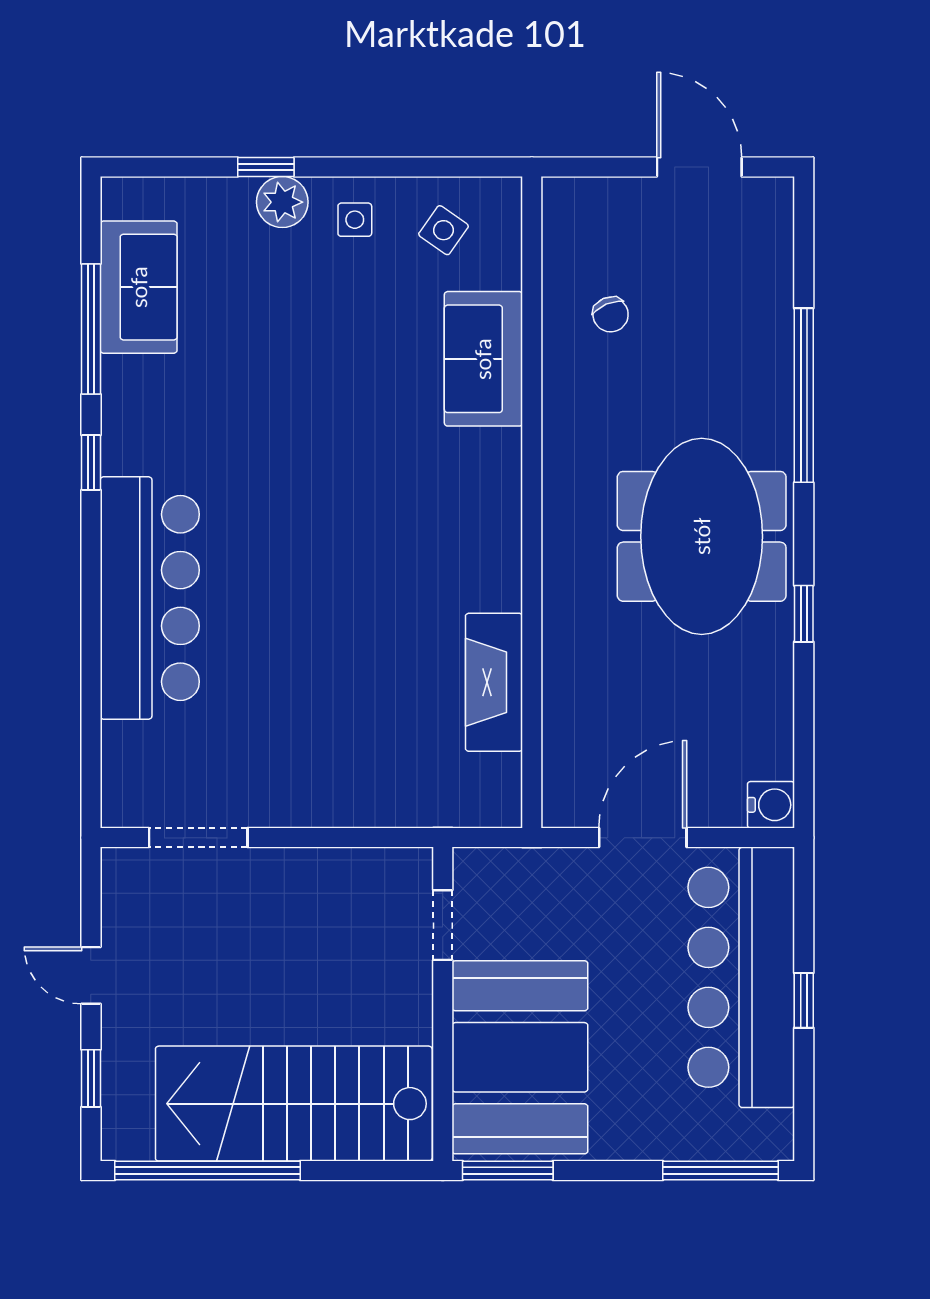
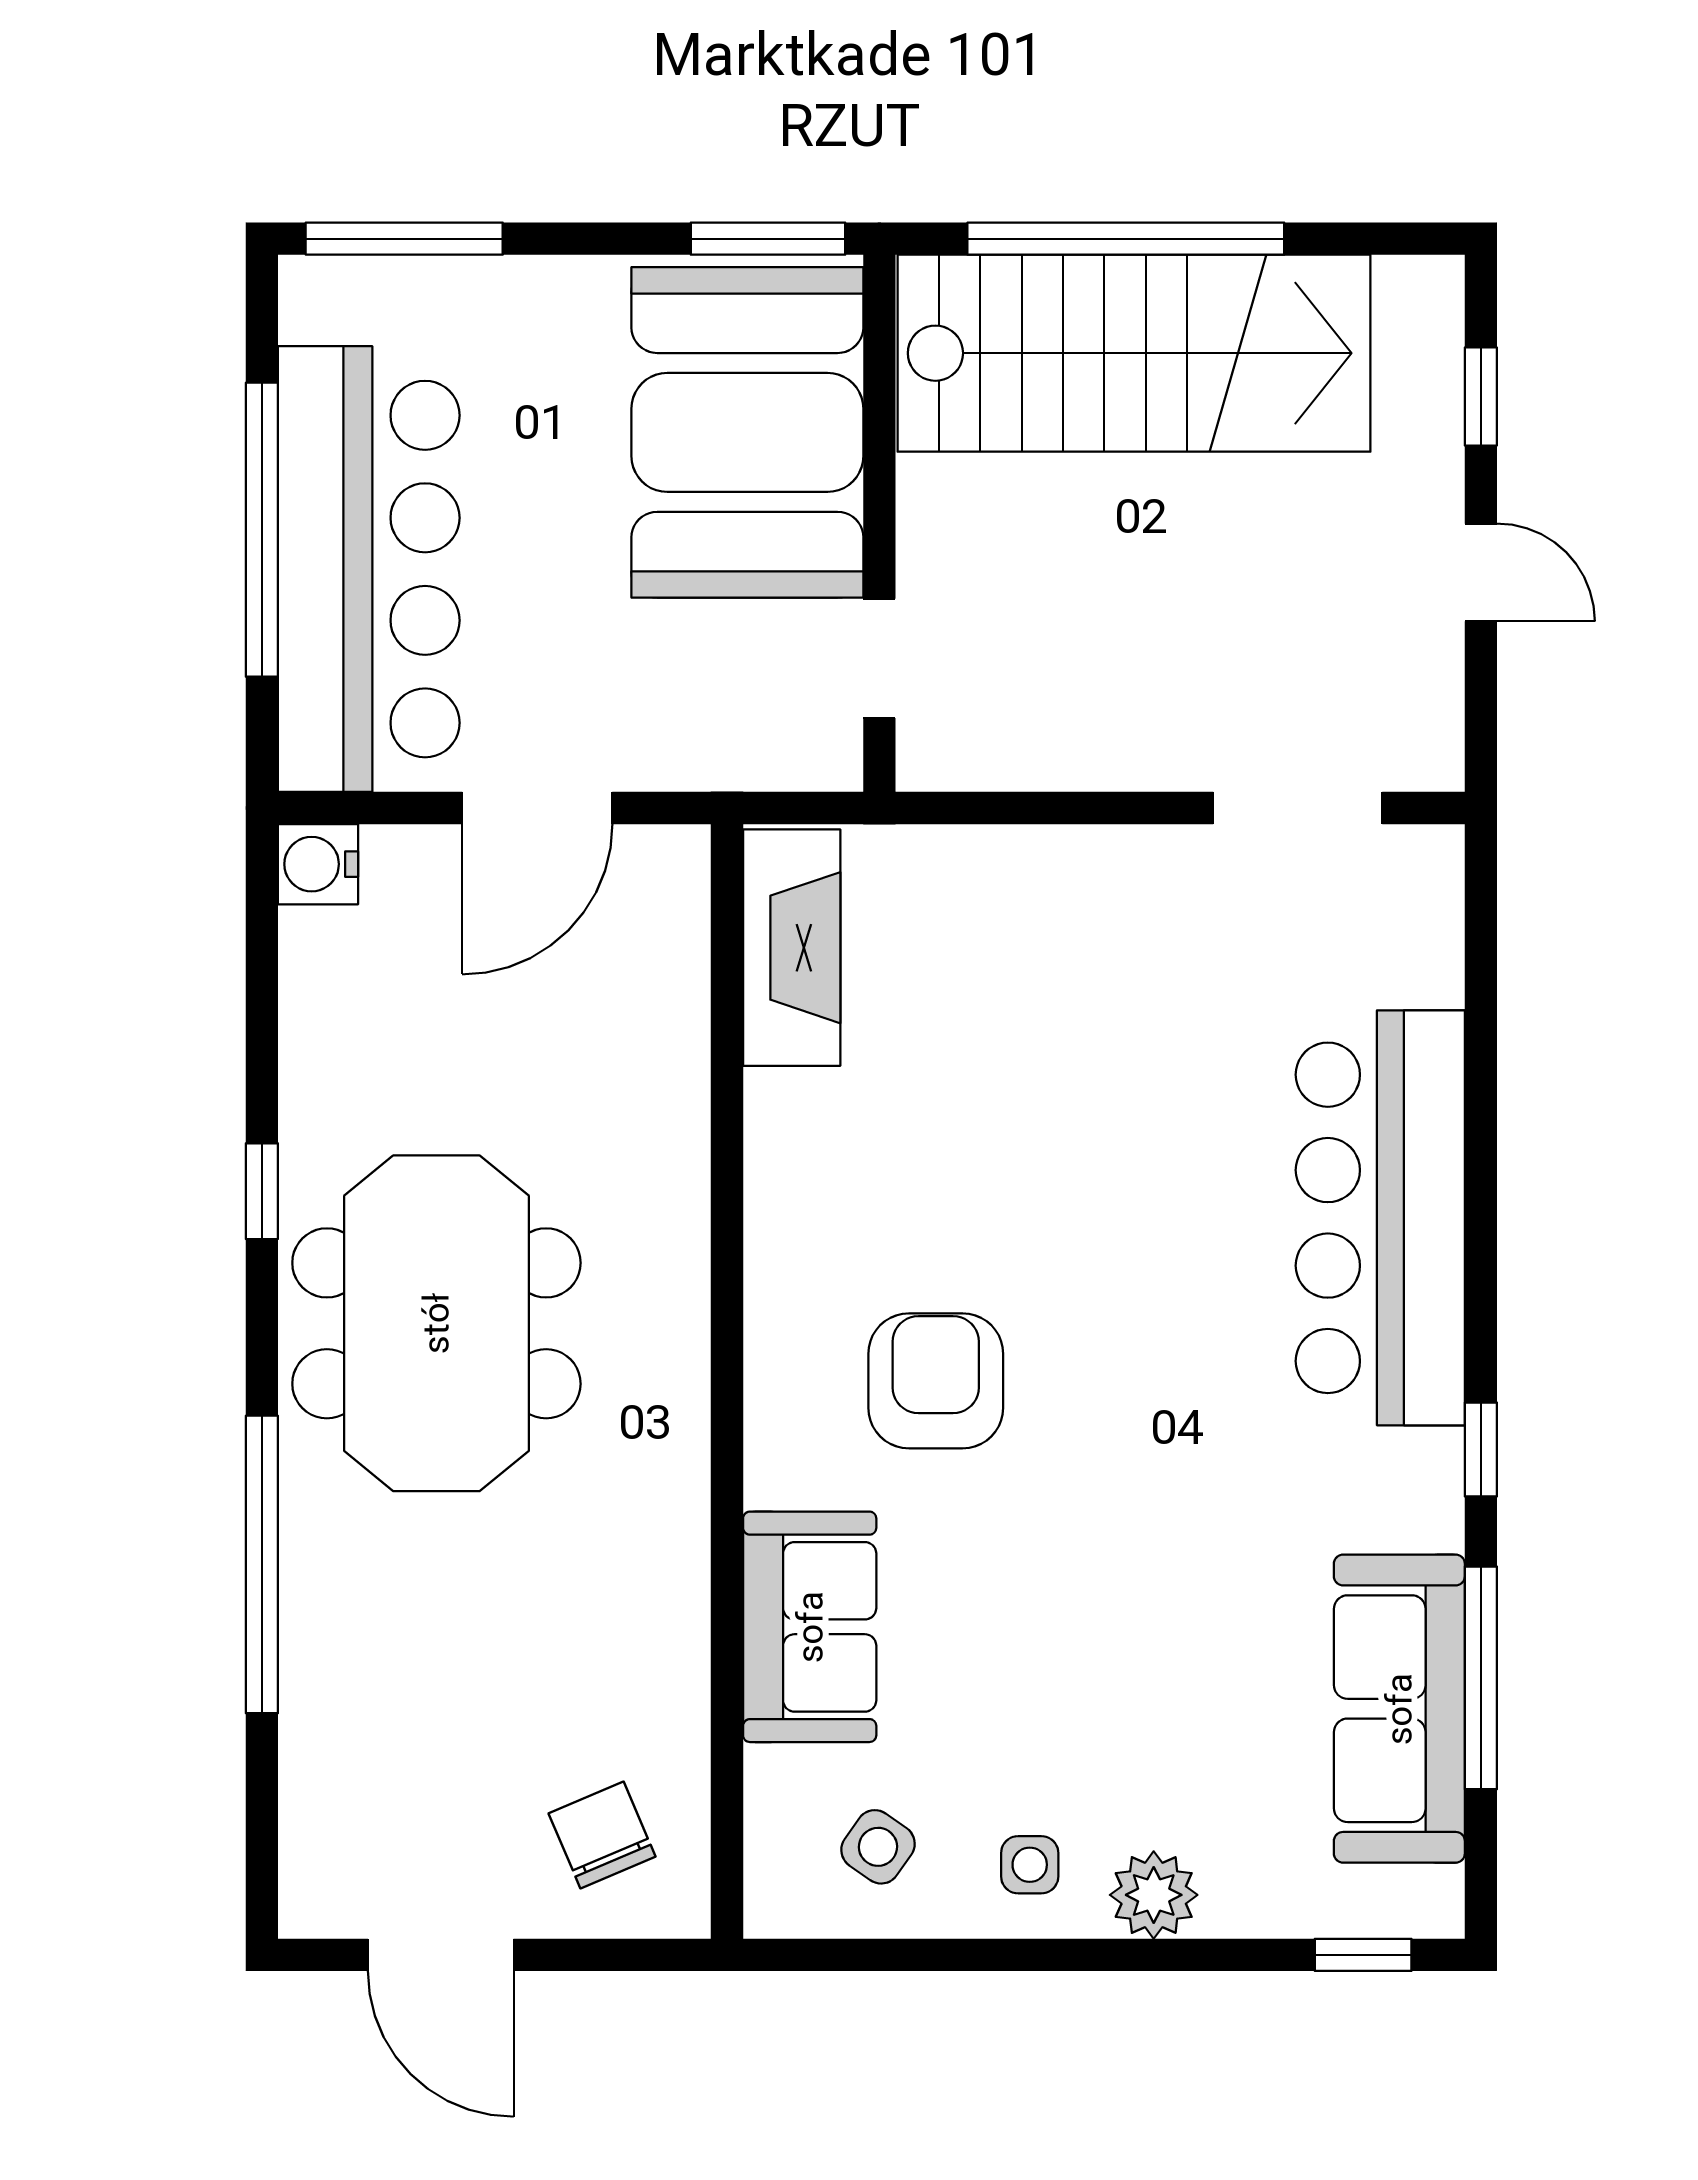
window: (266, 167) -> (1363, 1955), moved
sofa: (139, 287) -> (1399, 1709), width x1.36
chair: (611, 315) -> (602, 1835), moved, width x1.37, depth x1.37
armchair: (410, 503) -> (936, 1381), added
fireplace: (494, 682) -> (792, 948), moved
window: (804, 1000) -> (262, 530), width x3.17
window: (208, 1171) -> (1126, 239), moved

